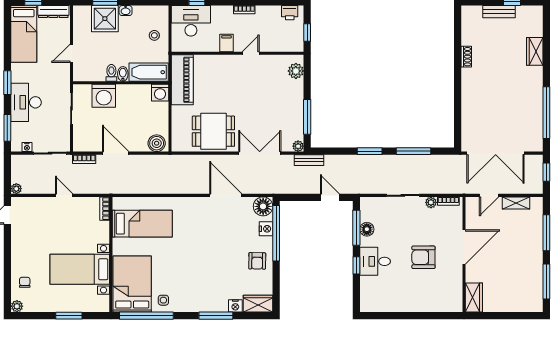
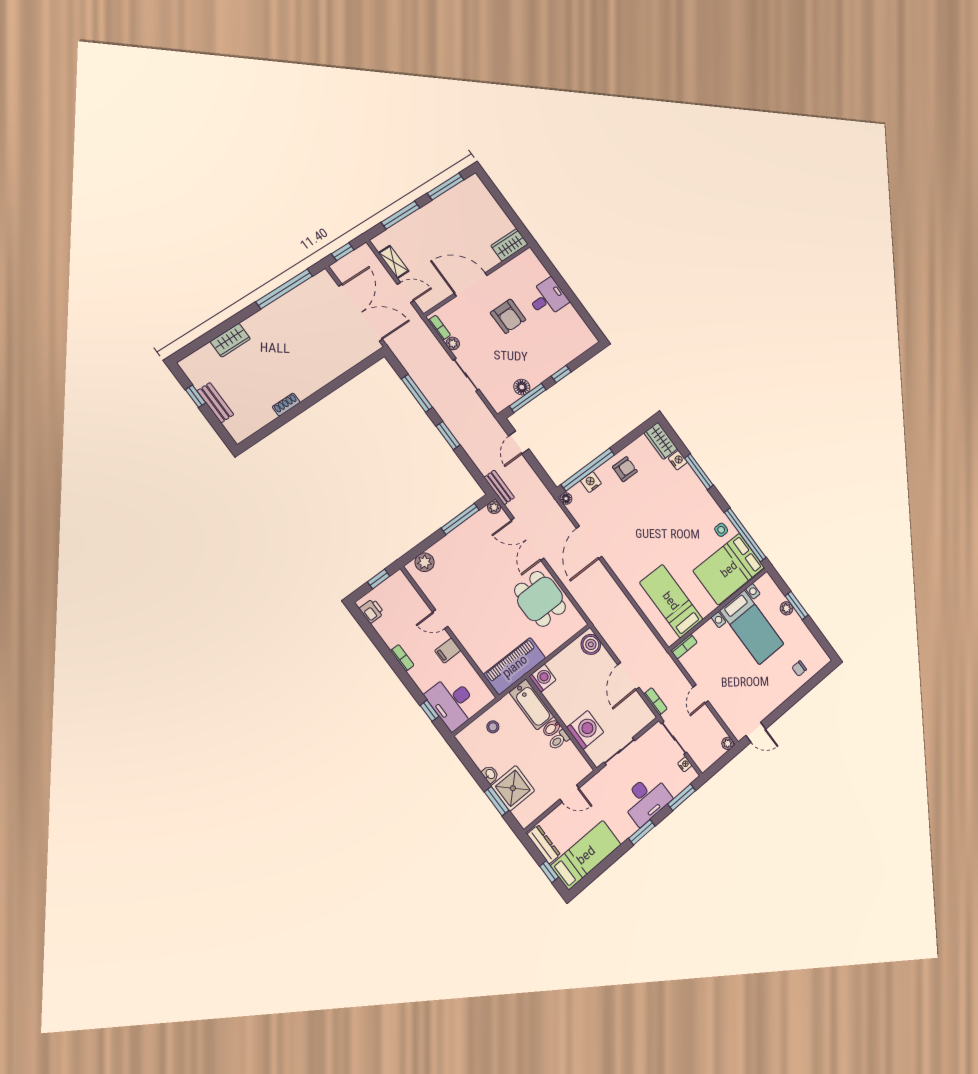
floor lamp: (263, 206) -> (566, 499), width x0.53, depth x0.53
desk: (375, 261) -> (548, 298), moved, turned -90
plant: (17, 306) -> (786, 608), moved

